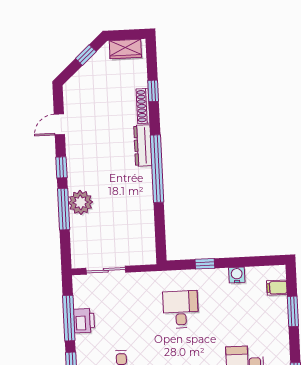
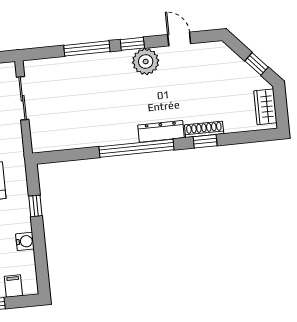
window: (153, 91) -> (205, 141), moved
plant: (81, 202) -> (146, 62), moved

